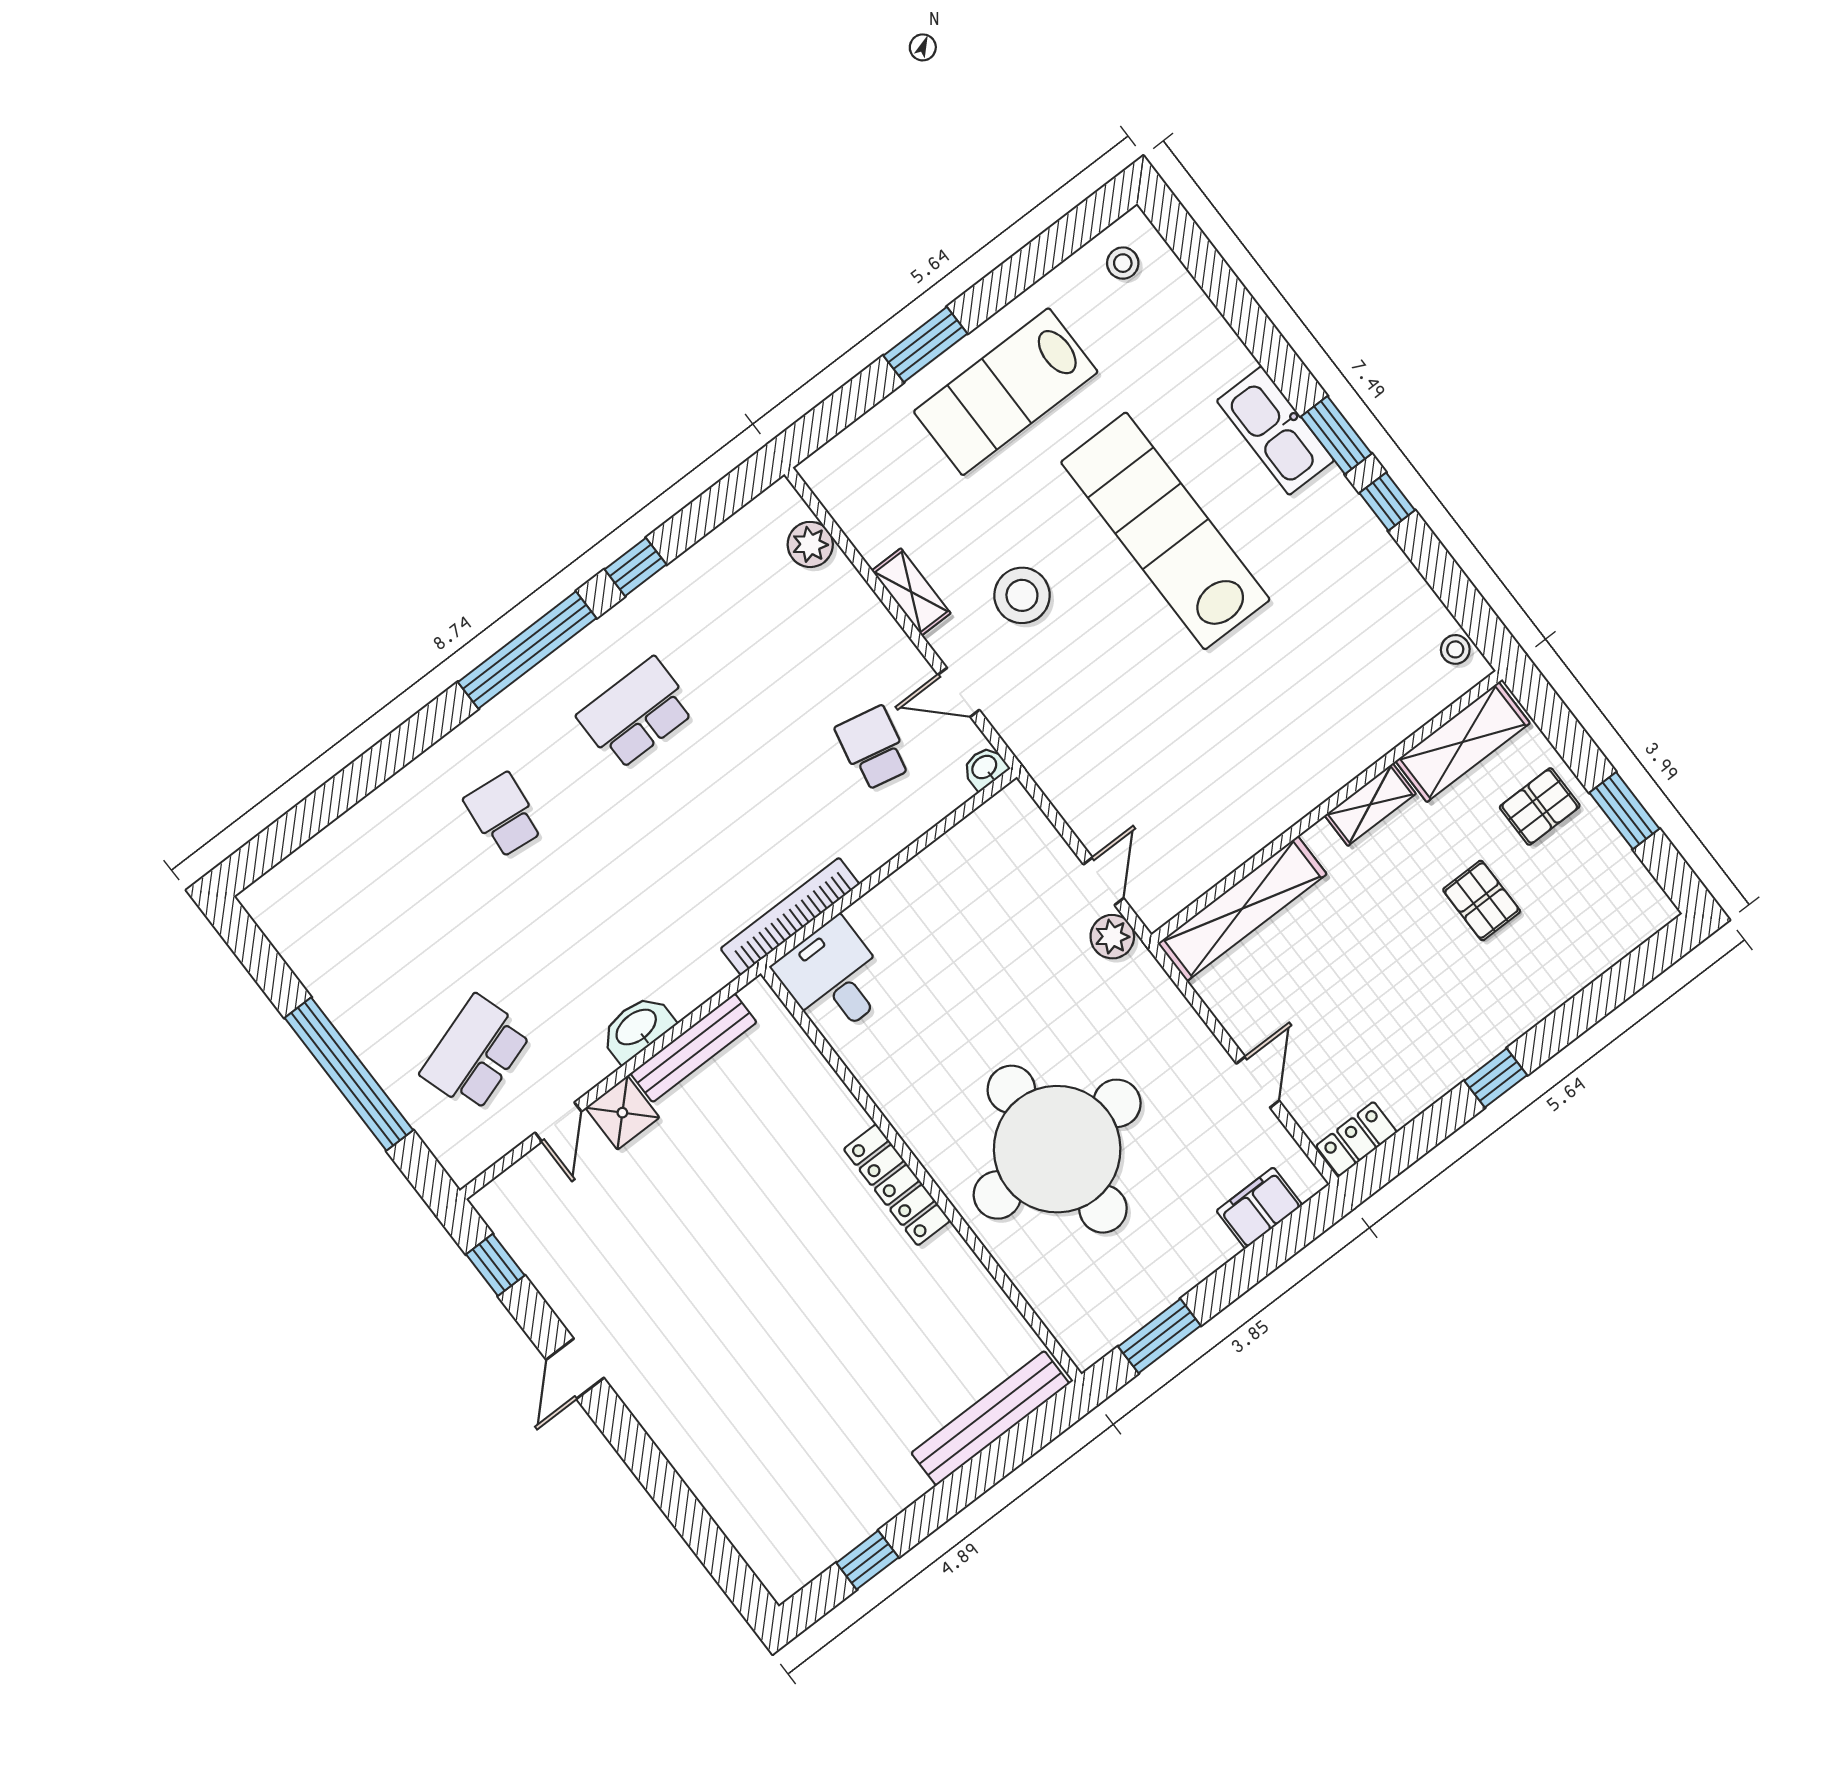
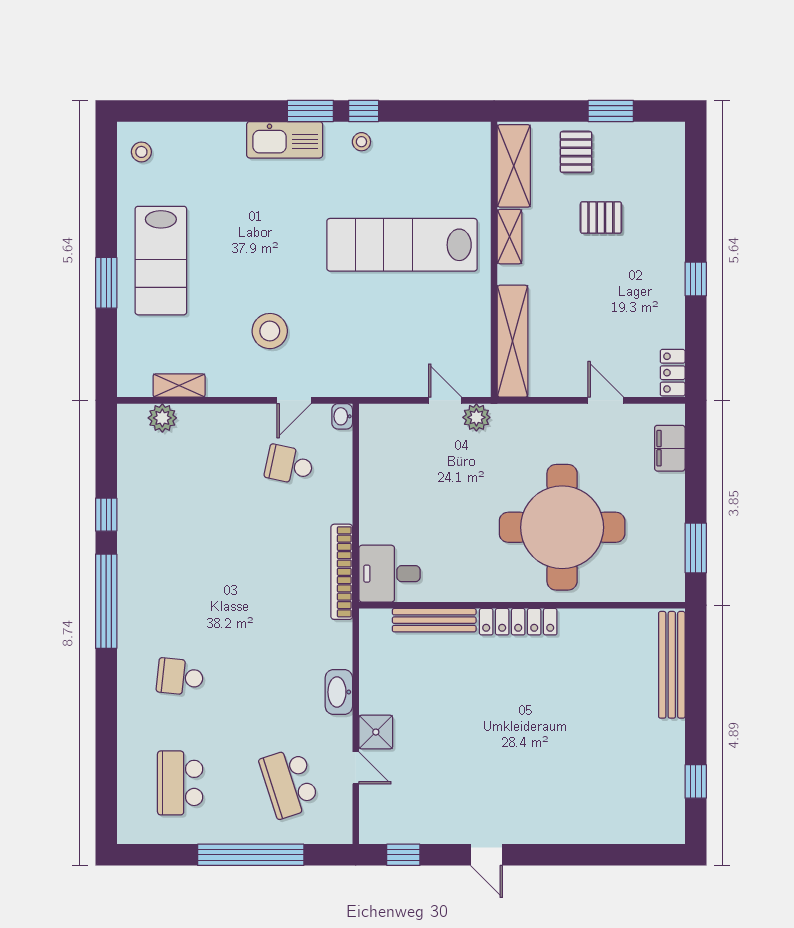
lab bench: (1165, 531) -> (402, 245), moved
shelving: (911, 592) -> (179, 385), moved
stool: (1455, 649) -> (361, 142), moved
school desk: (636, 713) -> (180, 783), moved
bench: (693, 1048) -> (434, 620), moved, turned 90

